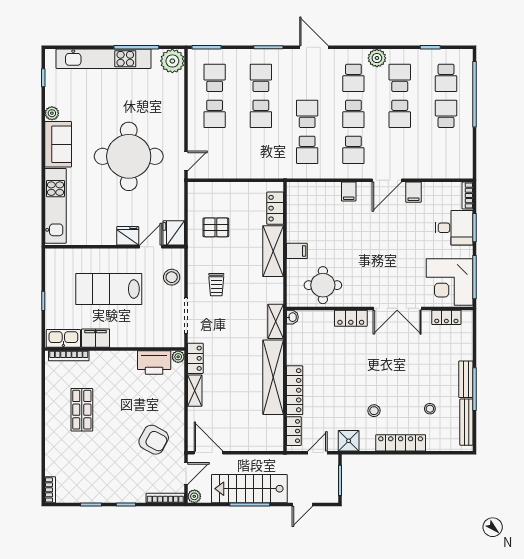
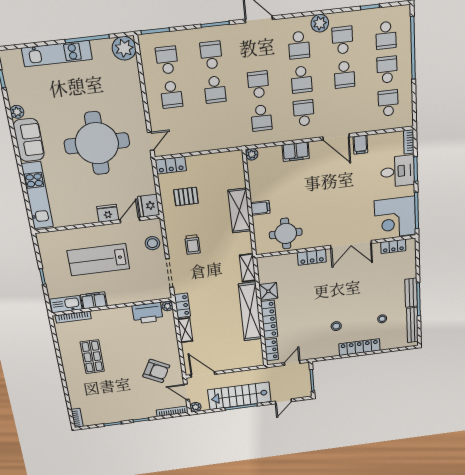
kitchen unit: (104, 59) -> (57, 54), width x0.73
school desk: (353, 150) -> (304, 113), turned 180
school desk: (446, 150) -> (388, 103), added
door: (387, 180) -> (336, 137), hinge flipped
plant: (293, 188) -> (252, 154), added
filing cabinet: (349, 192) -> (296, 152), width x2.00
locker: (275, 208) -> (171, 165), moved, turned -90
washbasin: (292, 317) -> (262, 263), removed
shower: (349, 441) -> (268, 291), moved
door: (186, 474) -> (187, 392), swing flipped

